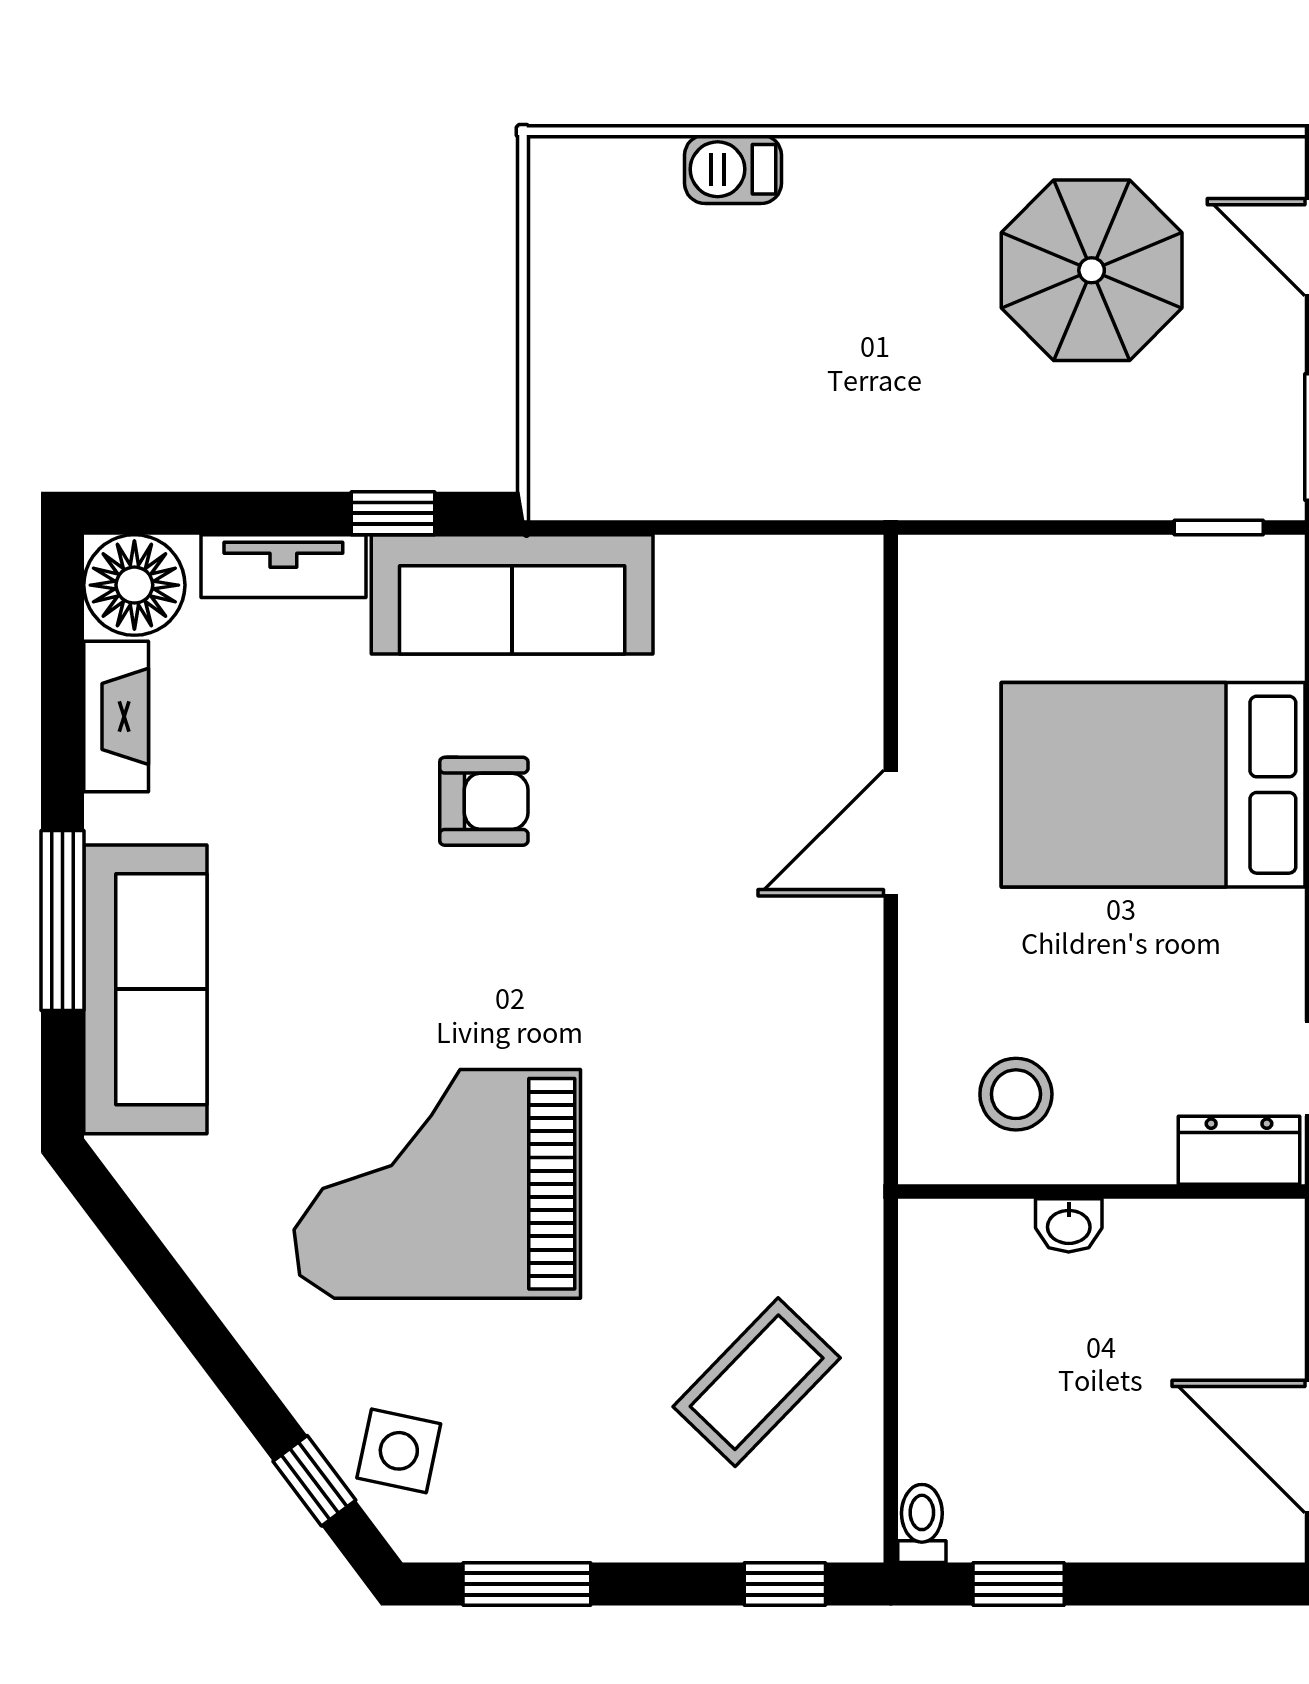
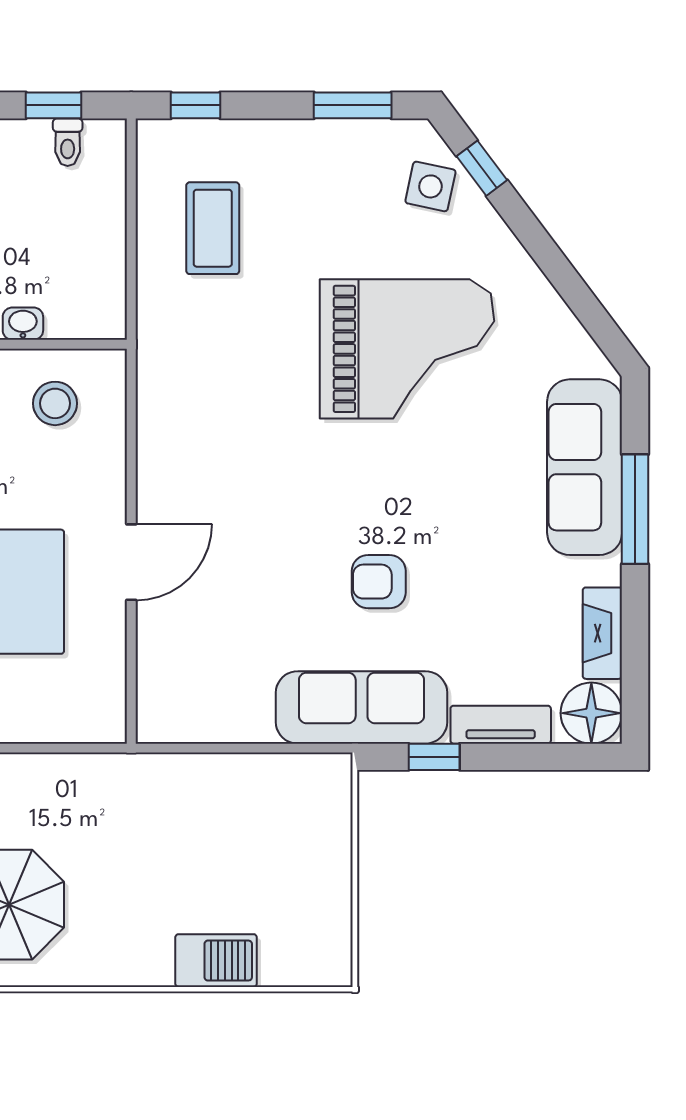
barbecue: (733, 169) -> (216, 961), width x1.38, depth x1.27
coffee table: (757, 1382) -> (213, 228), turned -44
toilet: (922, 1523) -> (68, 142), moved

